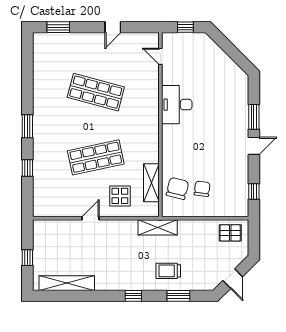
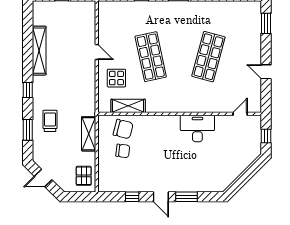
window: (254, 191) -> (132, 197), moved
shelving: (158, 227) -> (89, 134), moved
shelving: (67, 283) -> (39, 51), moved

